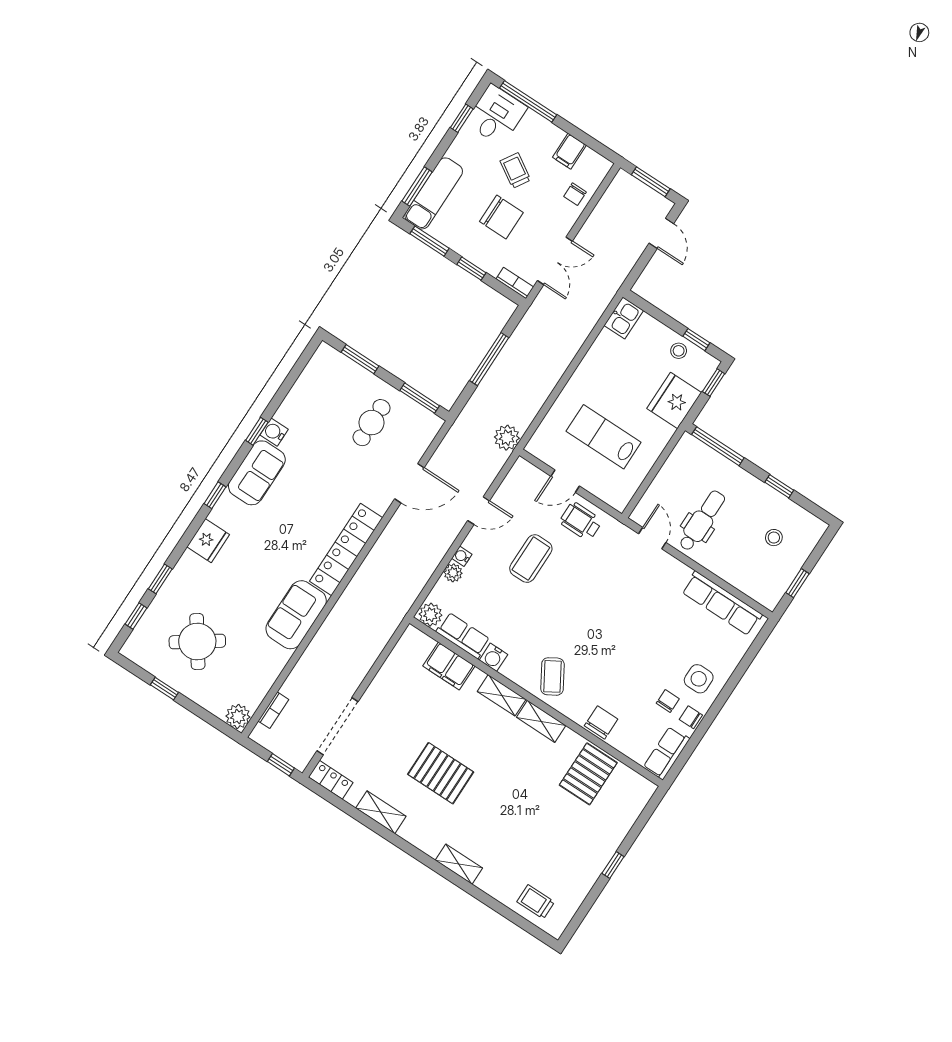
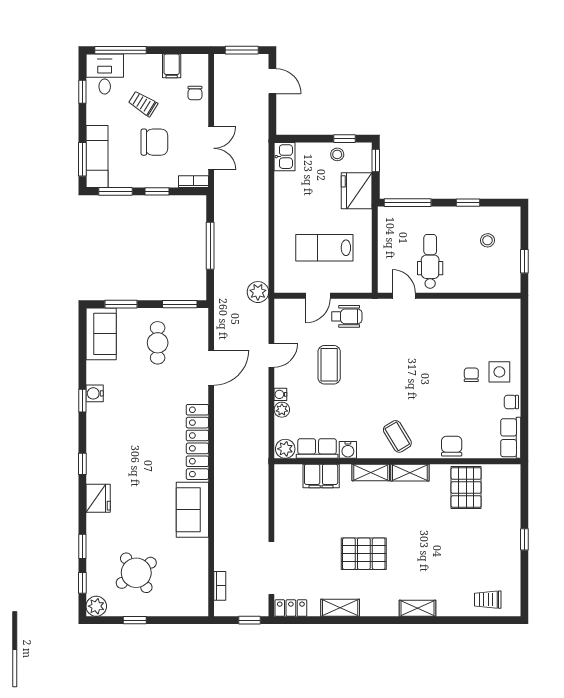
sofa: (257, 473) -> (101, 334), moved
wheelchair: (581, 521) -> (347, 316), turned 180
row of seats: (722, 603) -> (481, 309), removed
chair: (668, 701) -> (471, 375), moved
plant: (238, 716) -> (96, 606), moved

